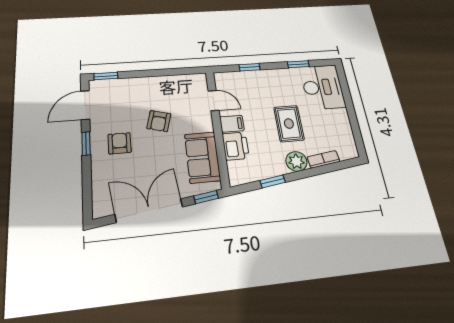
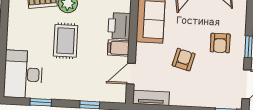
tv unit: (188, 80) -> (151, 98), added
door: (213, 100) -> (131, 74), hinge flipped

